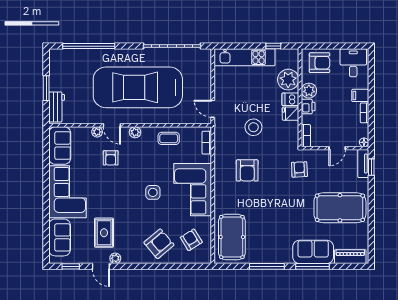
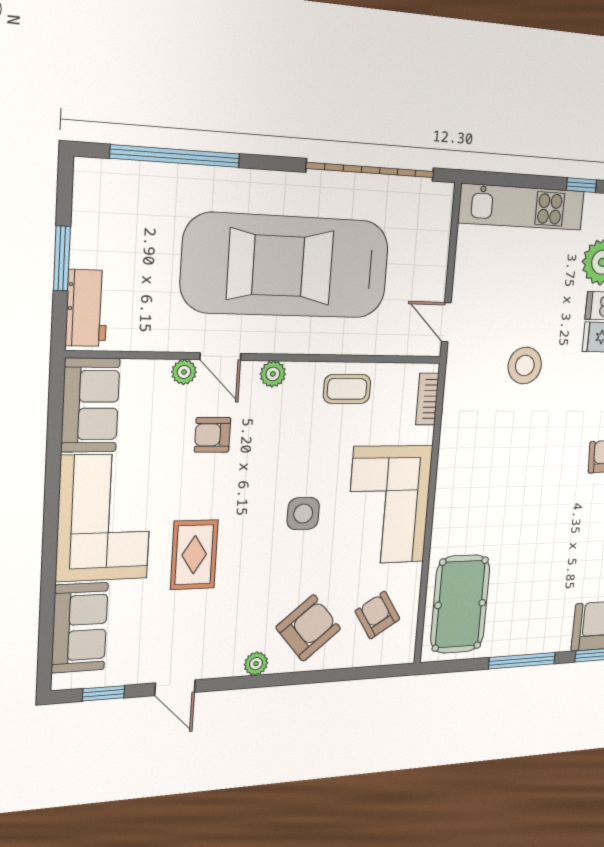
armchair: (111, 158) -> (213, 435), turned 90
armchair: (247, 170) -> (503, 460), removed
rug: (104, 233) -> (194, 555), moved
plant: (115, 258) -> (256, 664), moved

